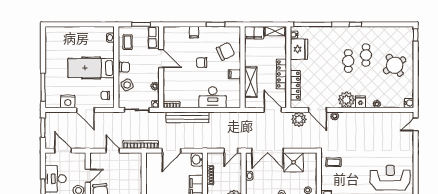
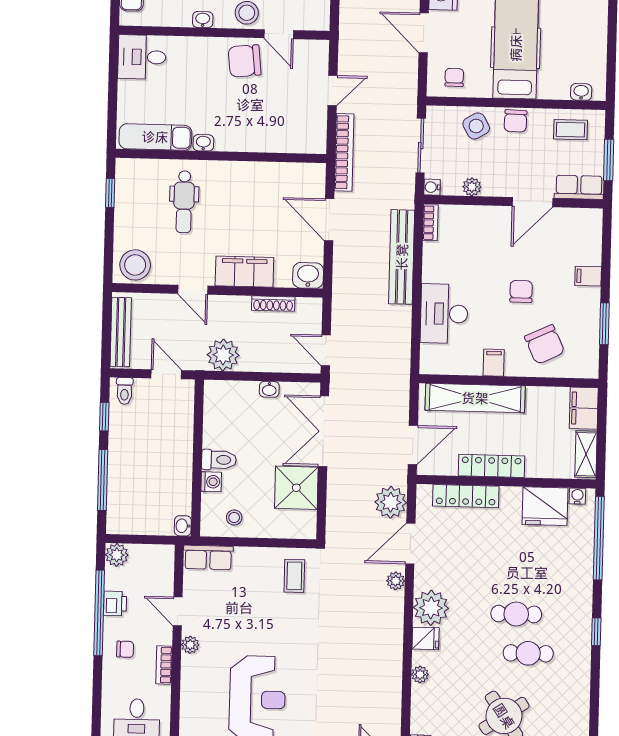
shelving: (251, 82) -> (475, 398), width x1.47
door: (85, 110) -> (424, 33), hinge flipped

